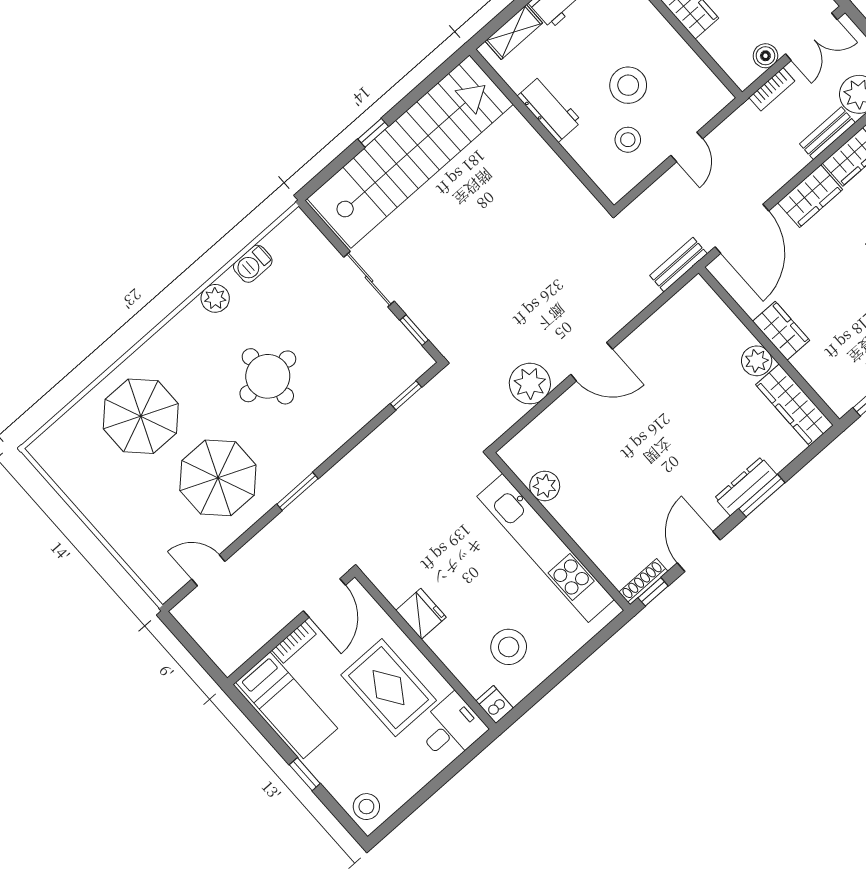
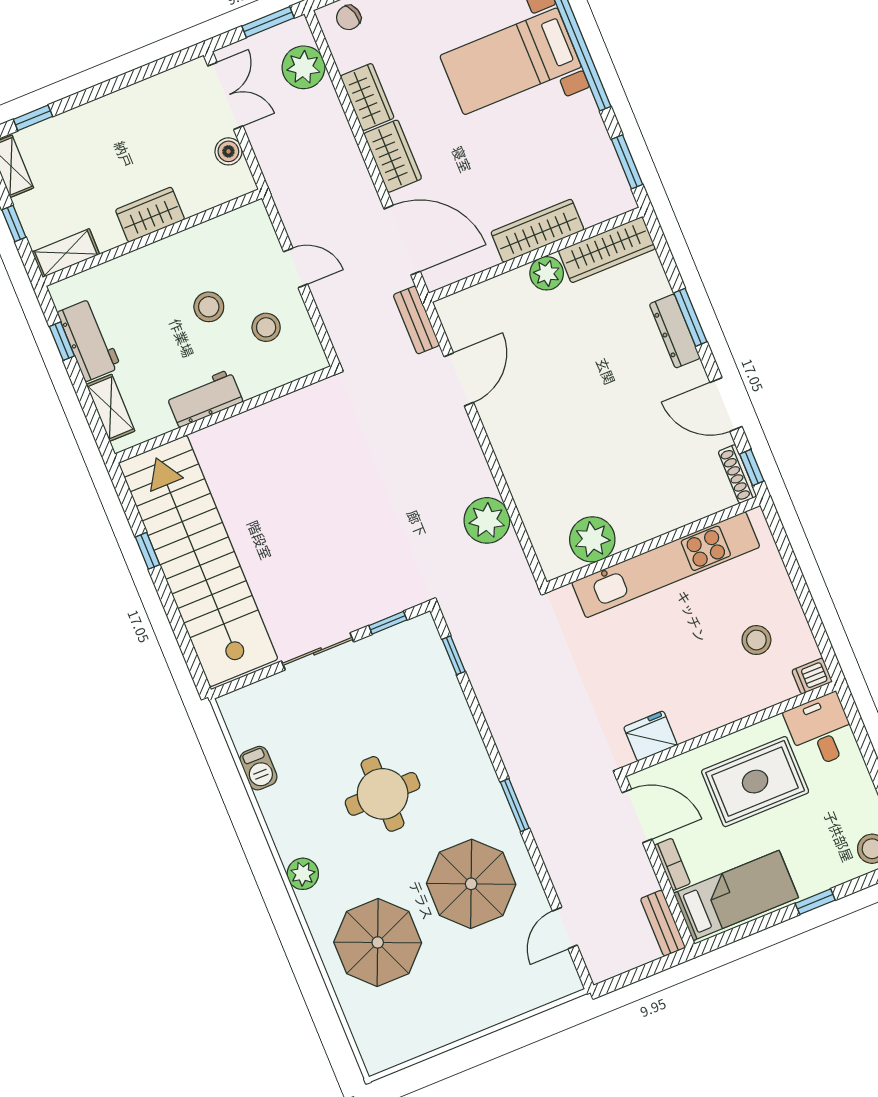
stool: (628, 85) -> (209, 307), width x0.73, depth x0.73
bookcase: (772, 89) -> (266, 157), removed
window: (373, 133) -> (147, 551), moved
bench: (827, 133) -> (663, 923), moved
plant: (215, 298) -> (303, 874), moved
wardrobe: (781, 331) -> (537, 231), width x1.50
door: (592, 362) -> (459, 379), moved
plant: (545, 486) -> (592, 539), width x1.36, depth x1.36
fridge: (421, 614) -> (650, 736), moved
stool: (509, 647) -> (756, 640), width x0.73, depth x0.73

